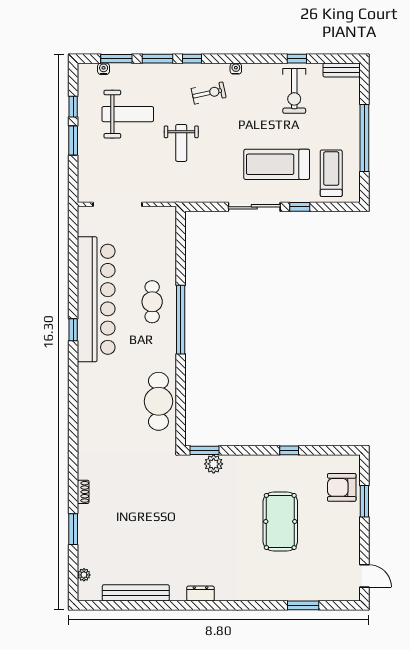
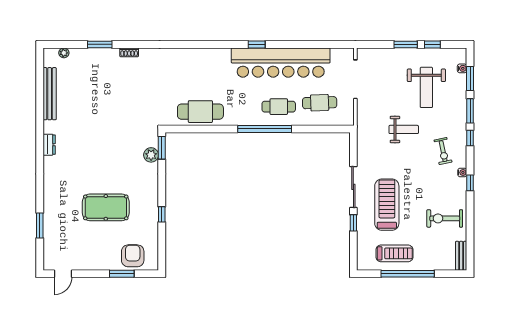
window: (297, 59) -> (470, 183), moved
weight bench: (181, 143) -> (404, 129), turned 180
treadmill: (331, 173) -> (394, 253), moved
cafe table: (147, 250) -> (320, 103), added

